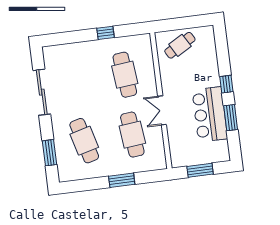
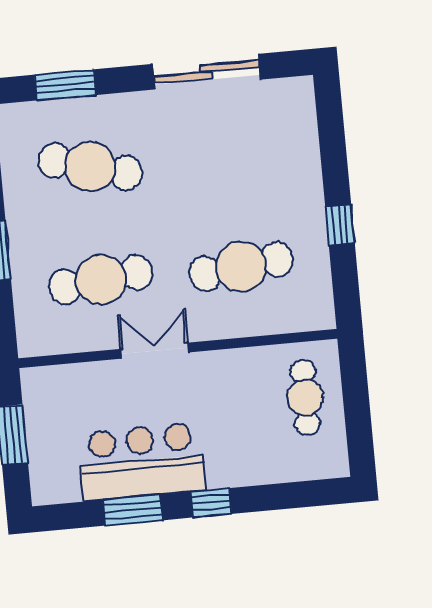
cafe table: (180, 45) -> (305, 397), turned 30
cafe table: (84, 141) -> (90, 167), turned 30

